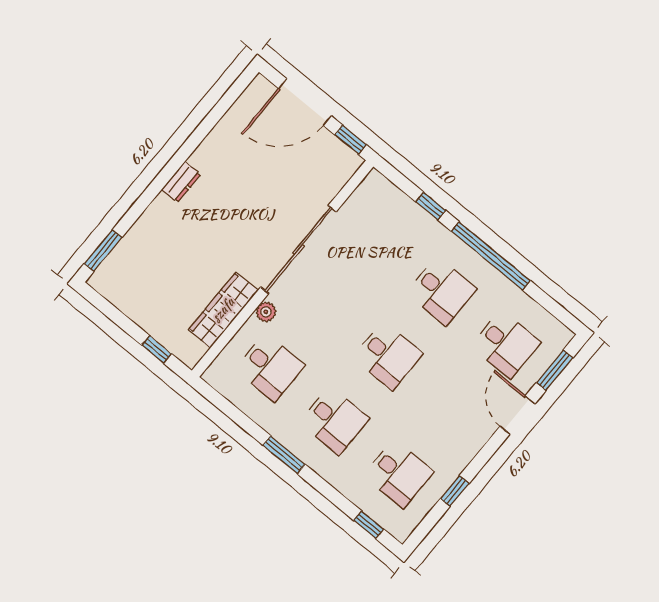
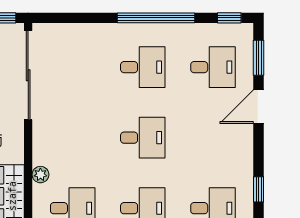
window: (431, 206) -> (229, 18), moved
sliding door: (298, 250) -> (28, 75), moved
door: (518, 415) -> (259, 107), hinge flipped

